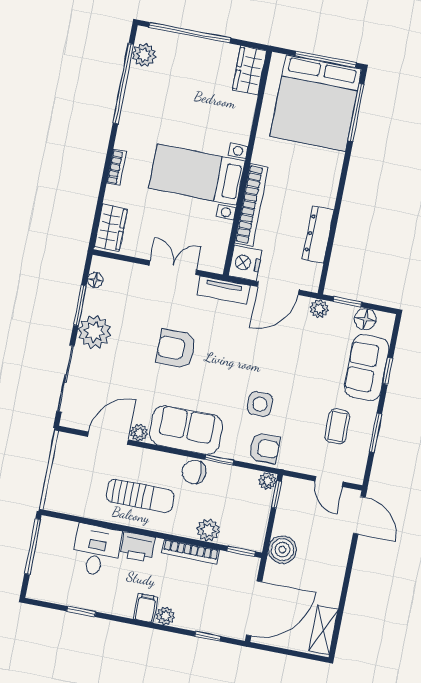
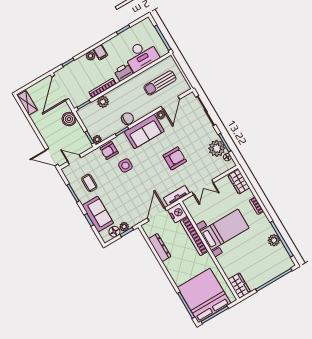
plant: (144, 55) -> (274, 240), moved
plant: (319, 309) -> (124, 227), moved
plant: (94, 332) -> (217, 148), moved
sun lounger: (140, 496) -> (160, 83), moved
desk: (96, 550) -> (141, 55), width x1.37

